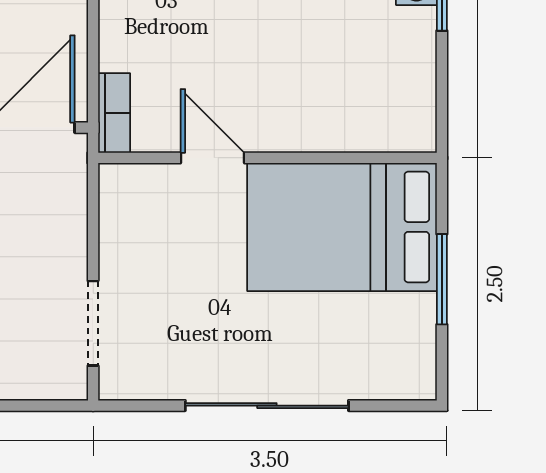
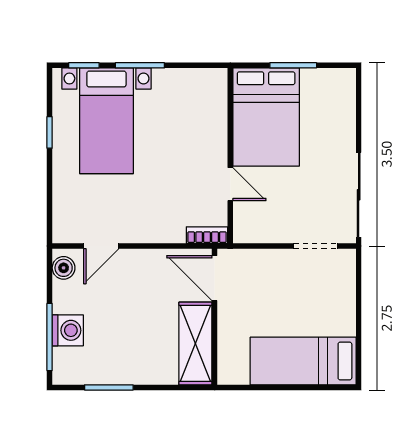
door: (213, 158) -> (230, 184), swing flipped
sliding door: (267, 406) -> (359, 195), moved

